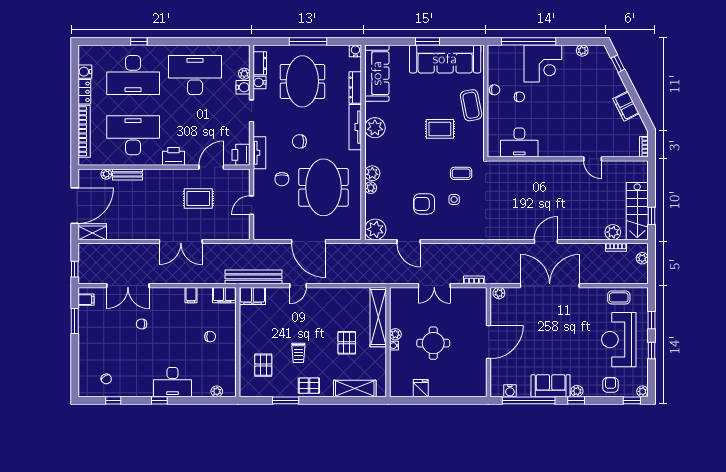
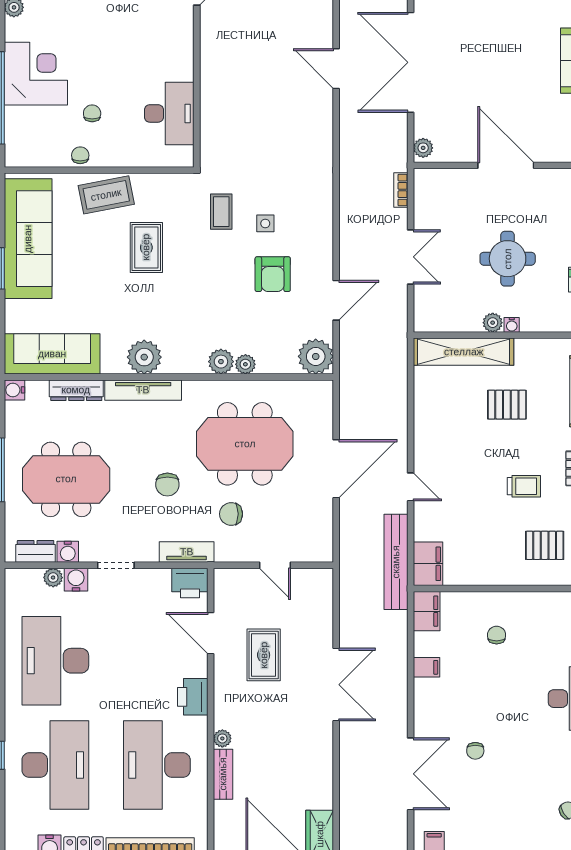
plant: (106, 174) -> (222, 738), moved
chair: (282, 179) -> (231, 514), turned 180

